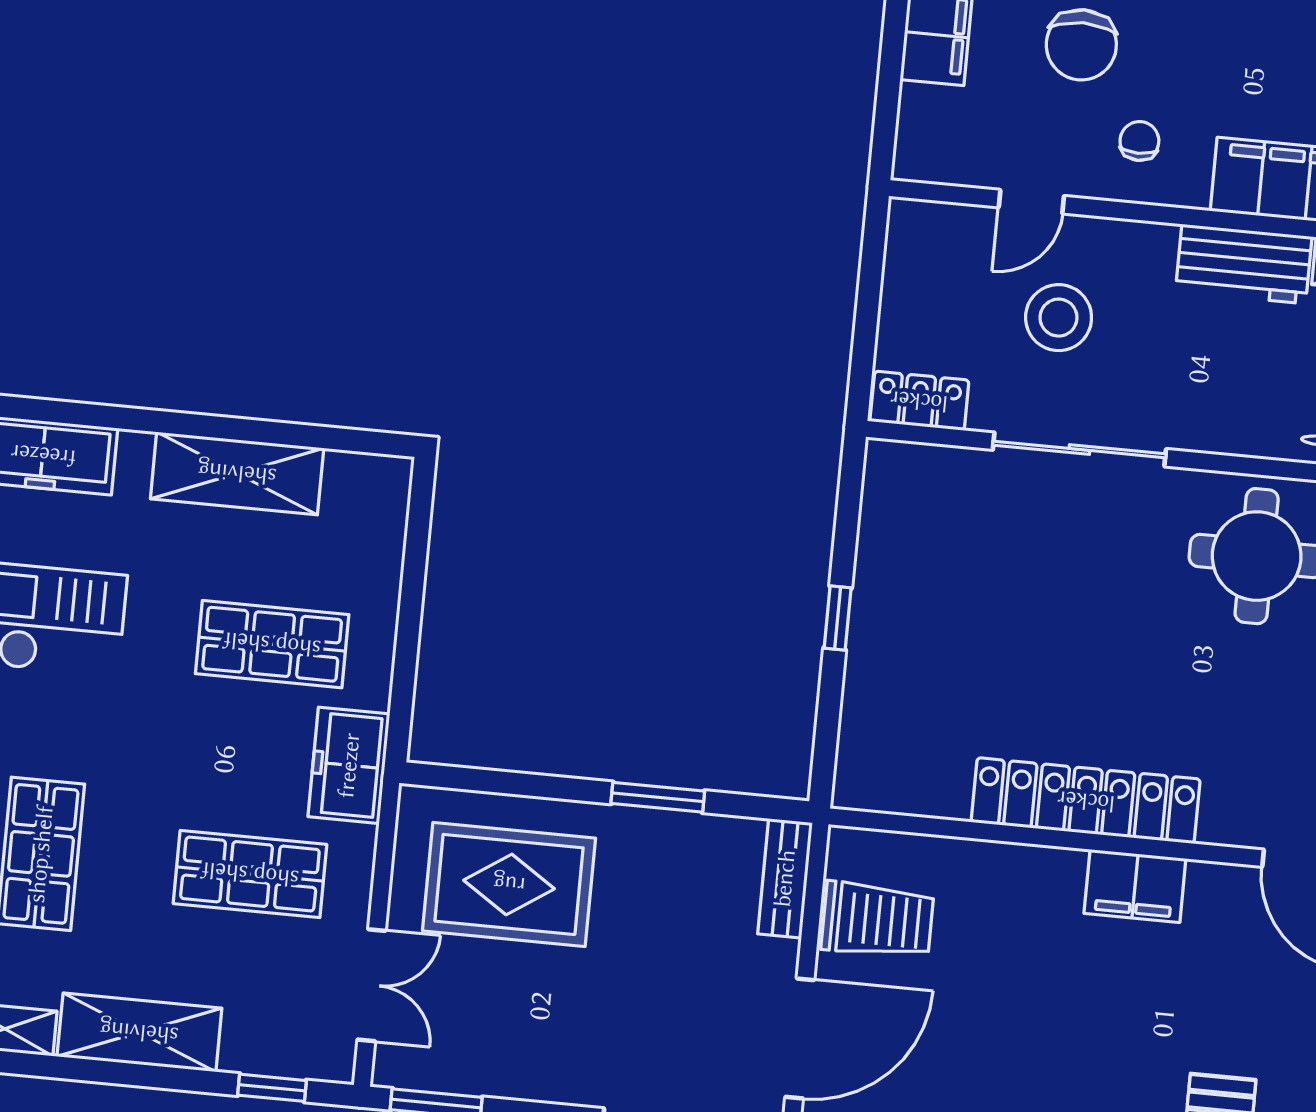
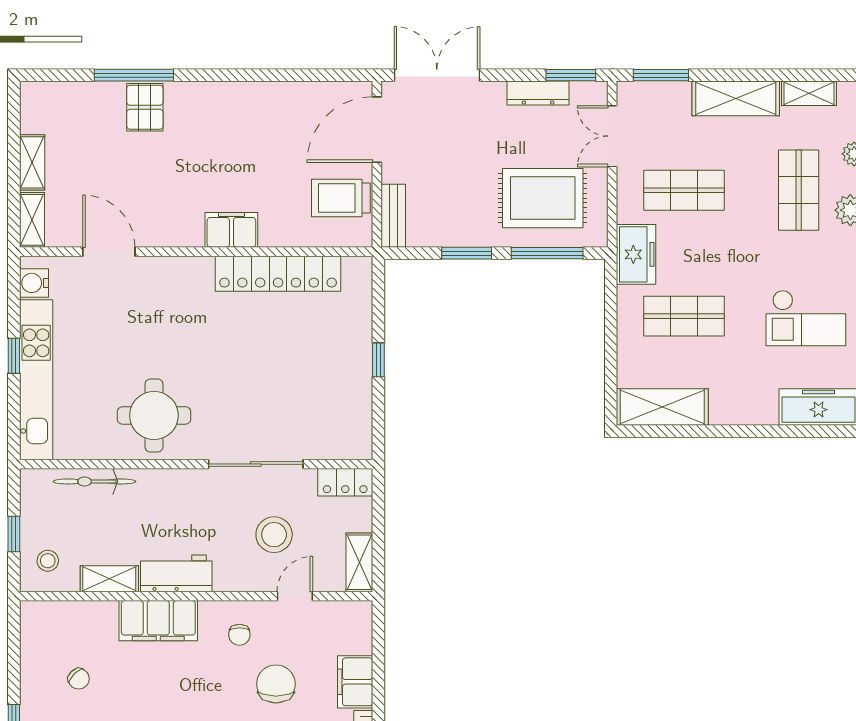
shelving: (908, 252) -> (359, 562), added
shelving: (237, 473) -> (662, 407), moved
window: (511, 783) -> (547, 253), added
locker: (1086, 801) -> (278, 274), moved
filing cabinet: (1135, 886) -> (231, 230), moved
dresser: (499, 1077) -> (538, 93), added
window: (272, 1088) -> (661, 75), width x1.50

